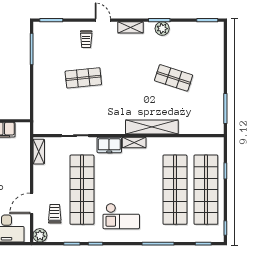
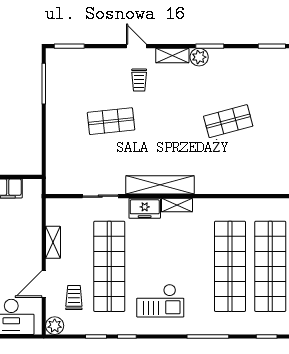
plant: (162, 29) -> (199, 57), moved
trolley: (86, 39) -> (139, 80), moved
shop shelf: (174, 78) -> (228, 121), turned -33
shelving: (152, 127) -> (160, 185), moved
shelving: (39, 152) -> (53, 242), moved

